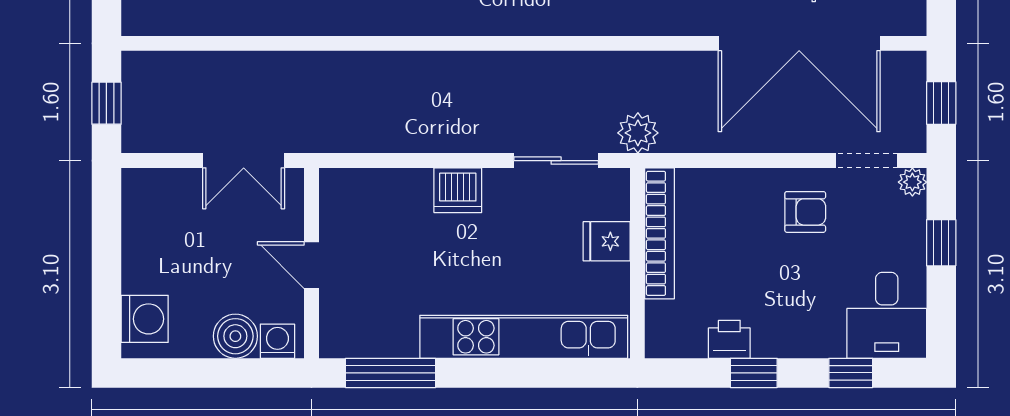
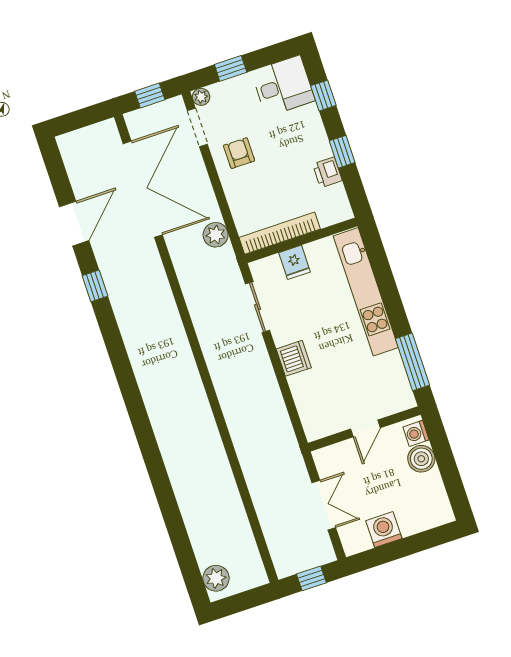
plant: (638, 133) -> (216, 235), moved
double door: (244, 161) -> (324, 505), moved
washing machine: (145, 319) -> (384, 530), moved

